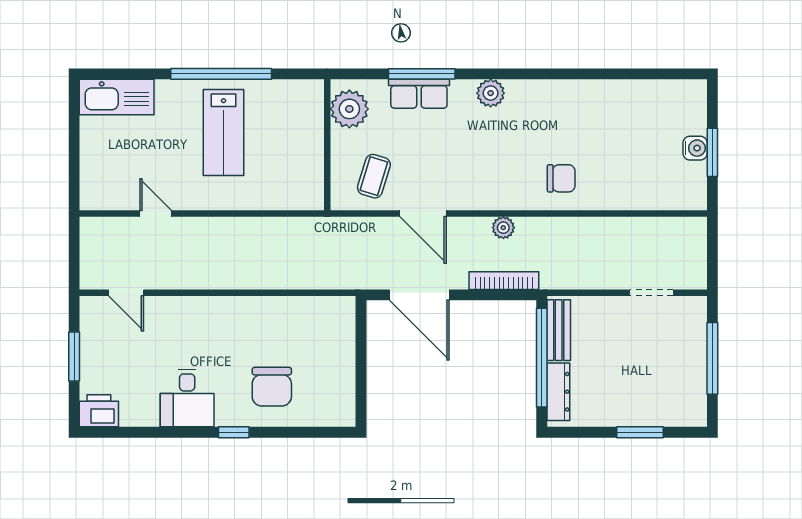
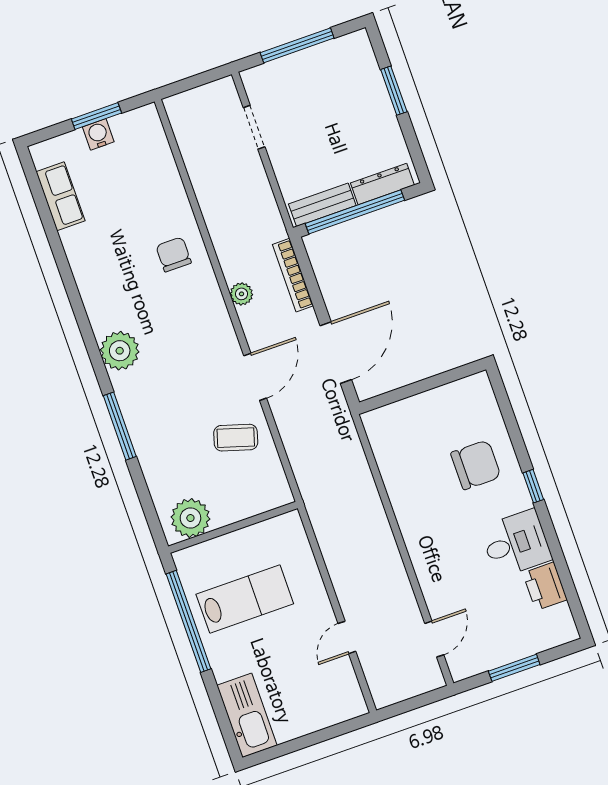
plant: (491, 93) -> (120, 351), width x1.36, depth x1.36
row of seats: (419, 94) -> (61, 196), moved
plant: (349, 109) -> (190, 518), moved
wall: (327, 145) -> (233, 527), moved
printer: (99, 411) -> (545, 586), moved

